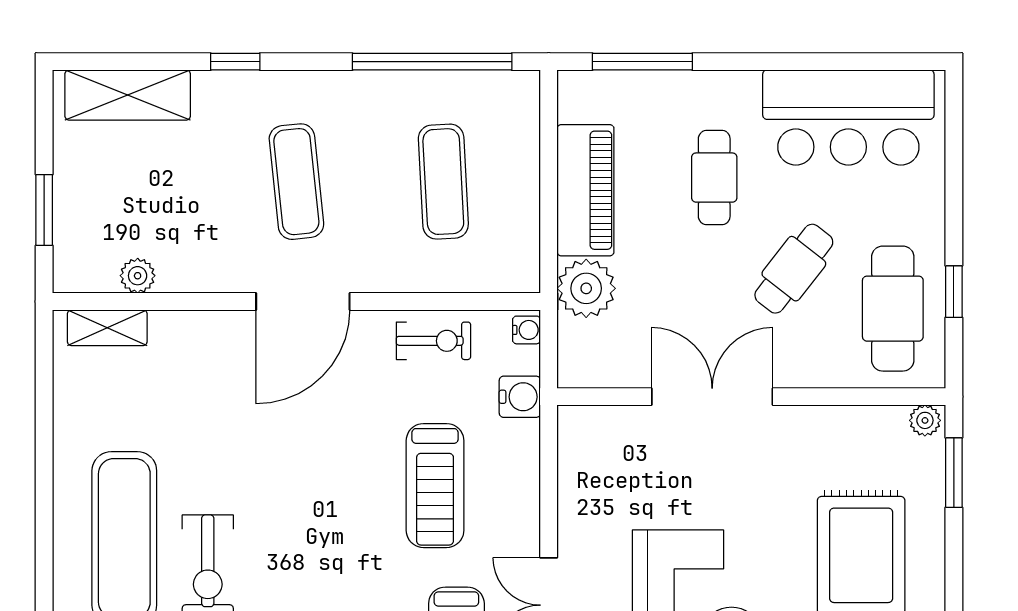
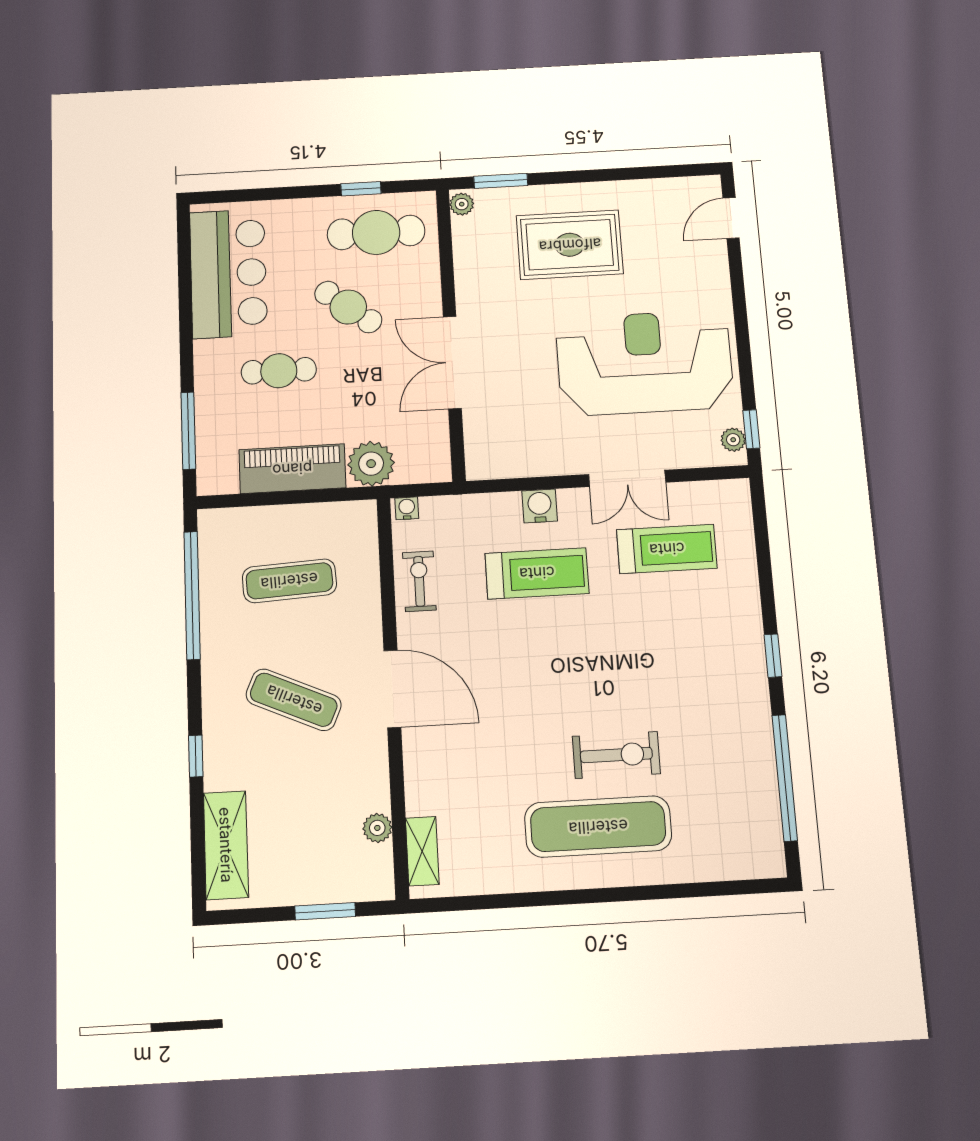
exercise mat: (296, 182) -> (294, 700), turned 30
water cooler: (520, 397) -> (540, 506), moved

